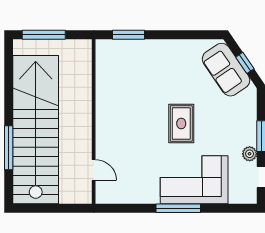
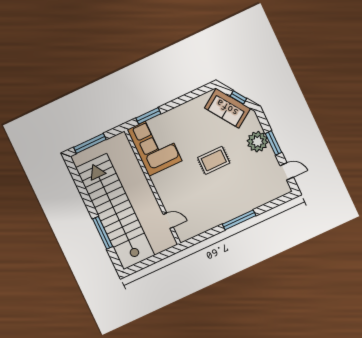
rug: (181, 124) -> (214, 160), turned 90
plant: (250, 154) -> (258, 142), moved, width x1.88, depth x1.88
corner sofa: (194, 180) -> (155, 145), moved, turned 90

